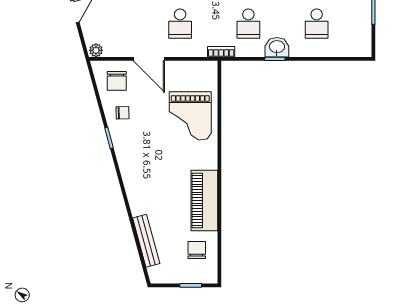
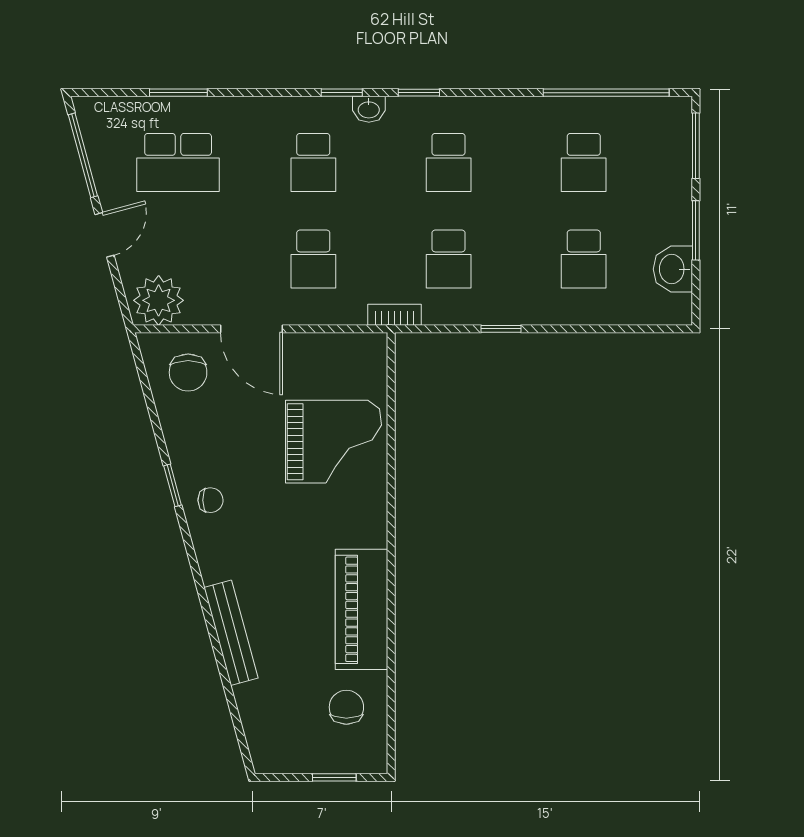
washbasin: (277, 47) -> (673, 269), moved, turned -90
plant: (96, 50) -> (159, 300), width x1.88, depth x1.88
chair: (123, 113) -> (211, 500), moved
grand piano: (190, 116) -> (333, 442), turned -90
bench: (146, 241) -> (231, 633), moved

